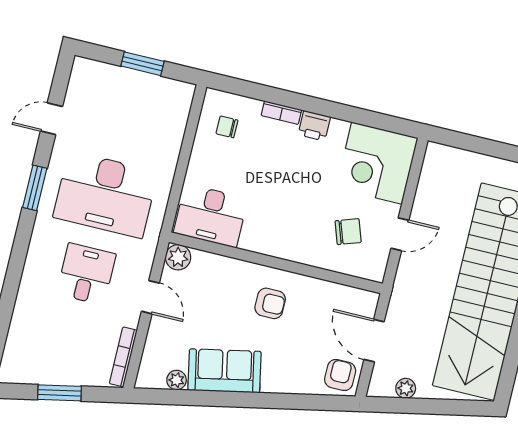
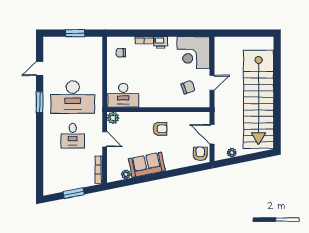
desk: (86, 274) -> (73, 136), turned 180

